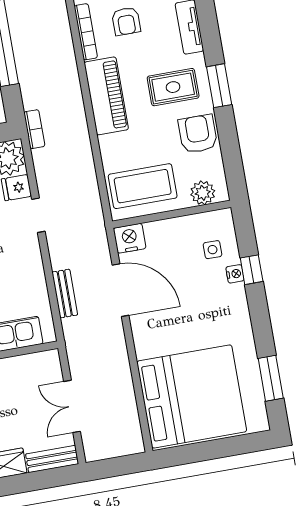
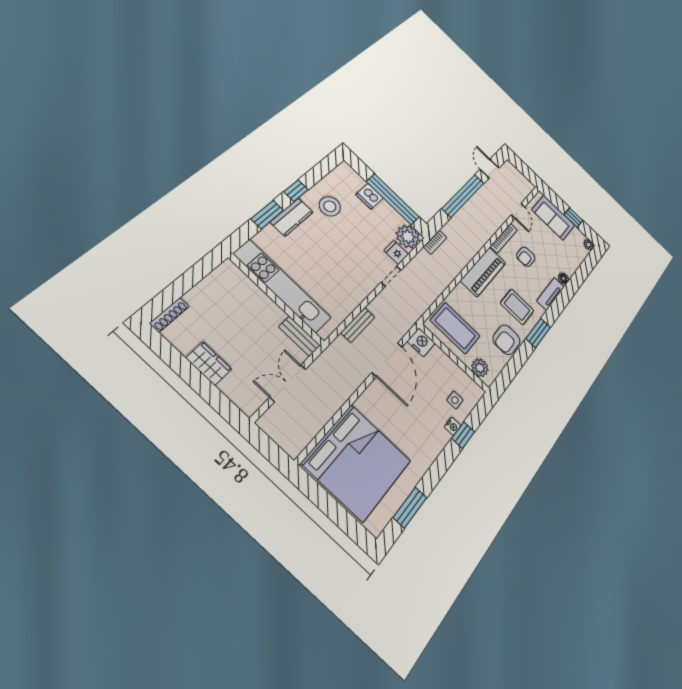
armchair: (198, 134) -> (507, 340), turned 180
bench: (52, 459) -> (299, 336), moved

